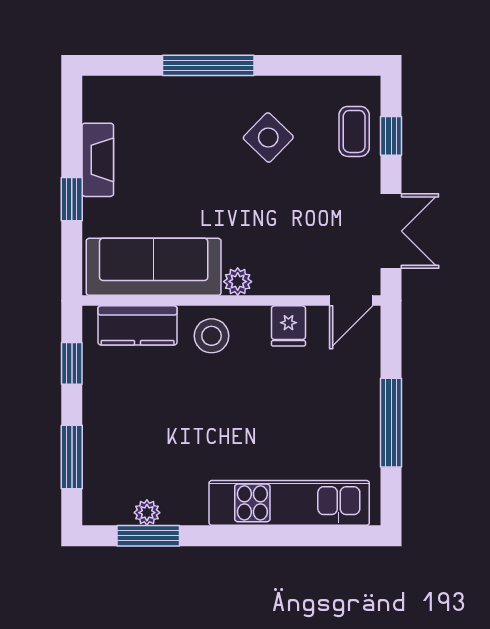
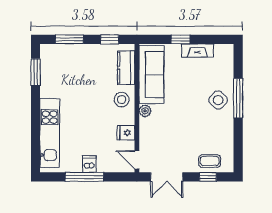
side table: (268, 137) -> (218, 100), moved
dishwasher: (361, 411) -> (89, 164), added
plant: (147, 513) -> (46, 72), removed

